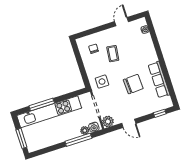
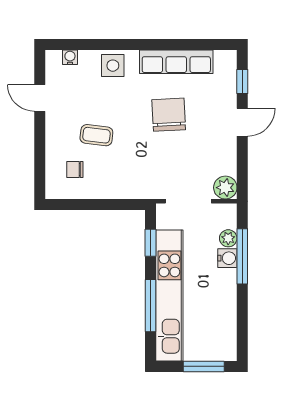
side table: (102, 82) -> (113, 66), moved
window: (71, 95) -> (151, 243), added
door: (129, 123) -> (242, 122), moved
water cooler: (94, 127) -> (227, 258), moved

